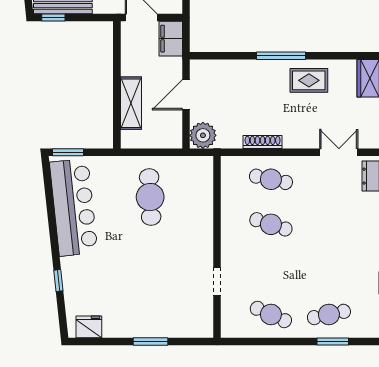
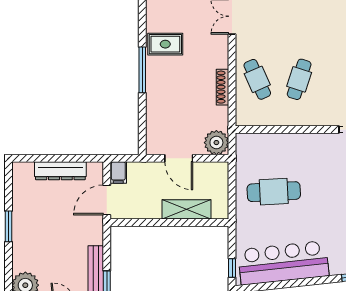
filing cabinet: (171, 39) -> (118, 172), width x0.50
rug: (309, 80) -> (165, 44), turned 90
window: (68, 152) -> (232, 268), width x0.67
cafe table: (271, 179) -> (257, 79), turned -36

